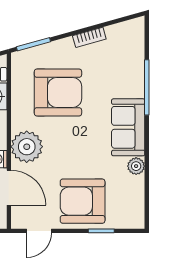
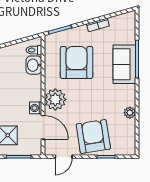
armchair: (58, 92) -> (77, 62), turned -90
sofa: (128, 127) -> (124, 64), moved
armchair: (83, 201) -> (93, 137), turned 81

